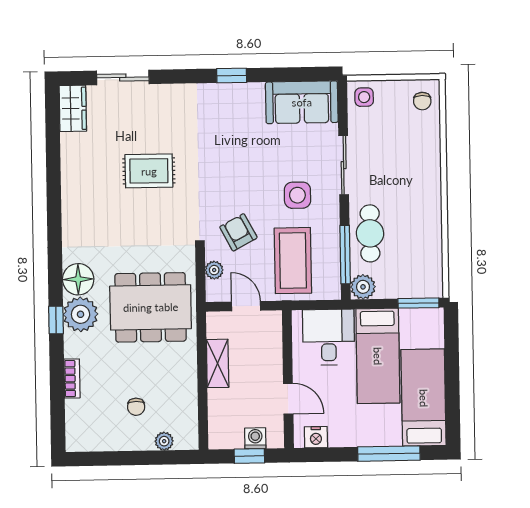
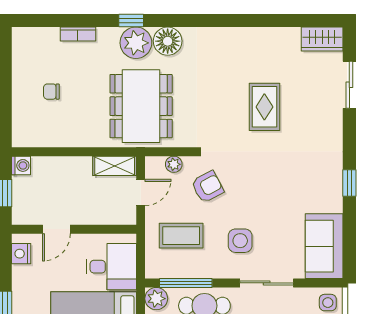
coffee table: (293, 261) -> (181, 236), width x0.73, depth x0.76
shelving: (218, 363) -> (115, 166), moved
washing machine: (255, 438) -> (21, 165), moved
plant: (164, 441) -> (20, 116), removed

